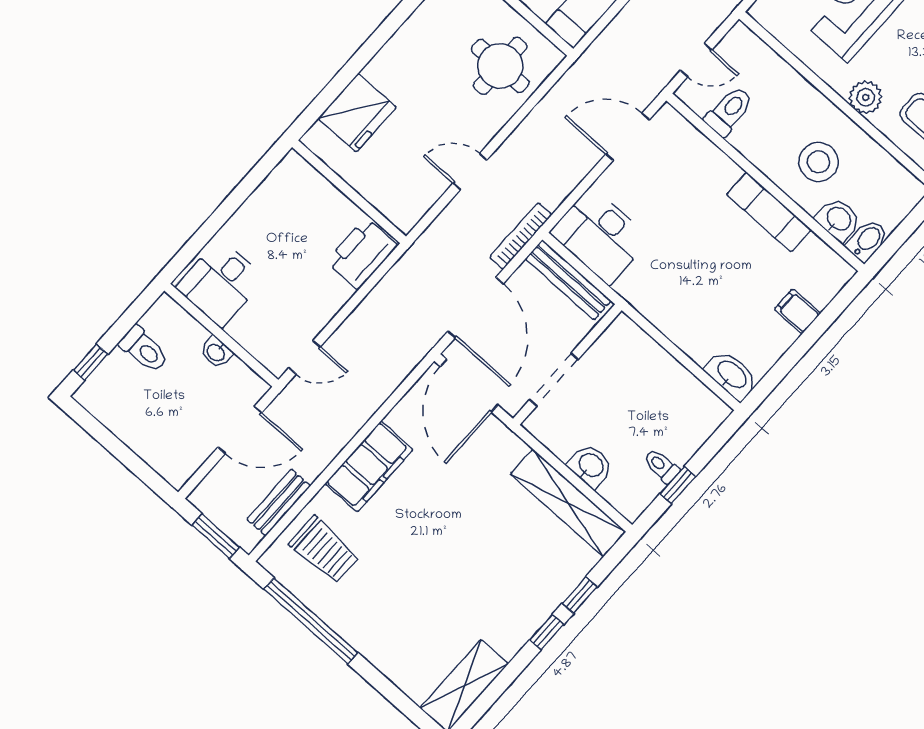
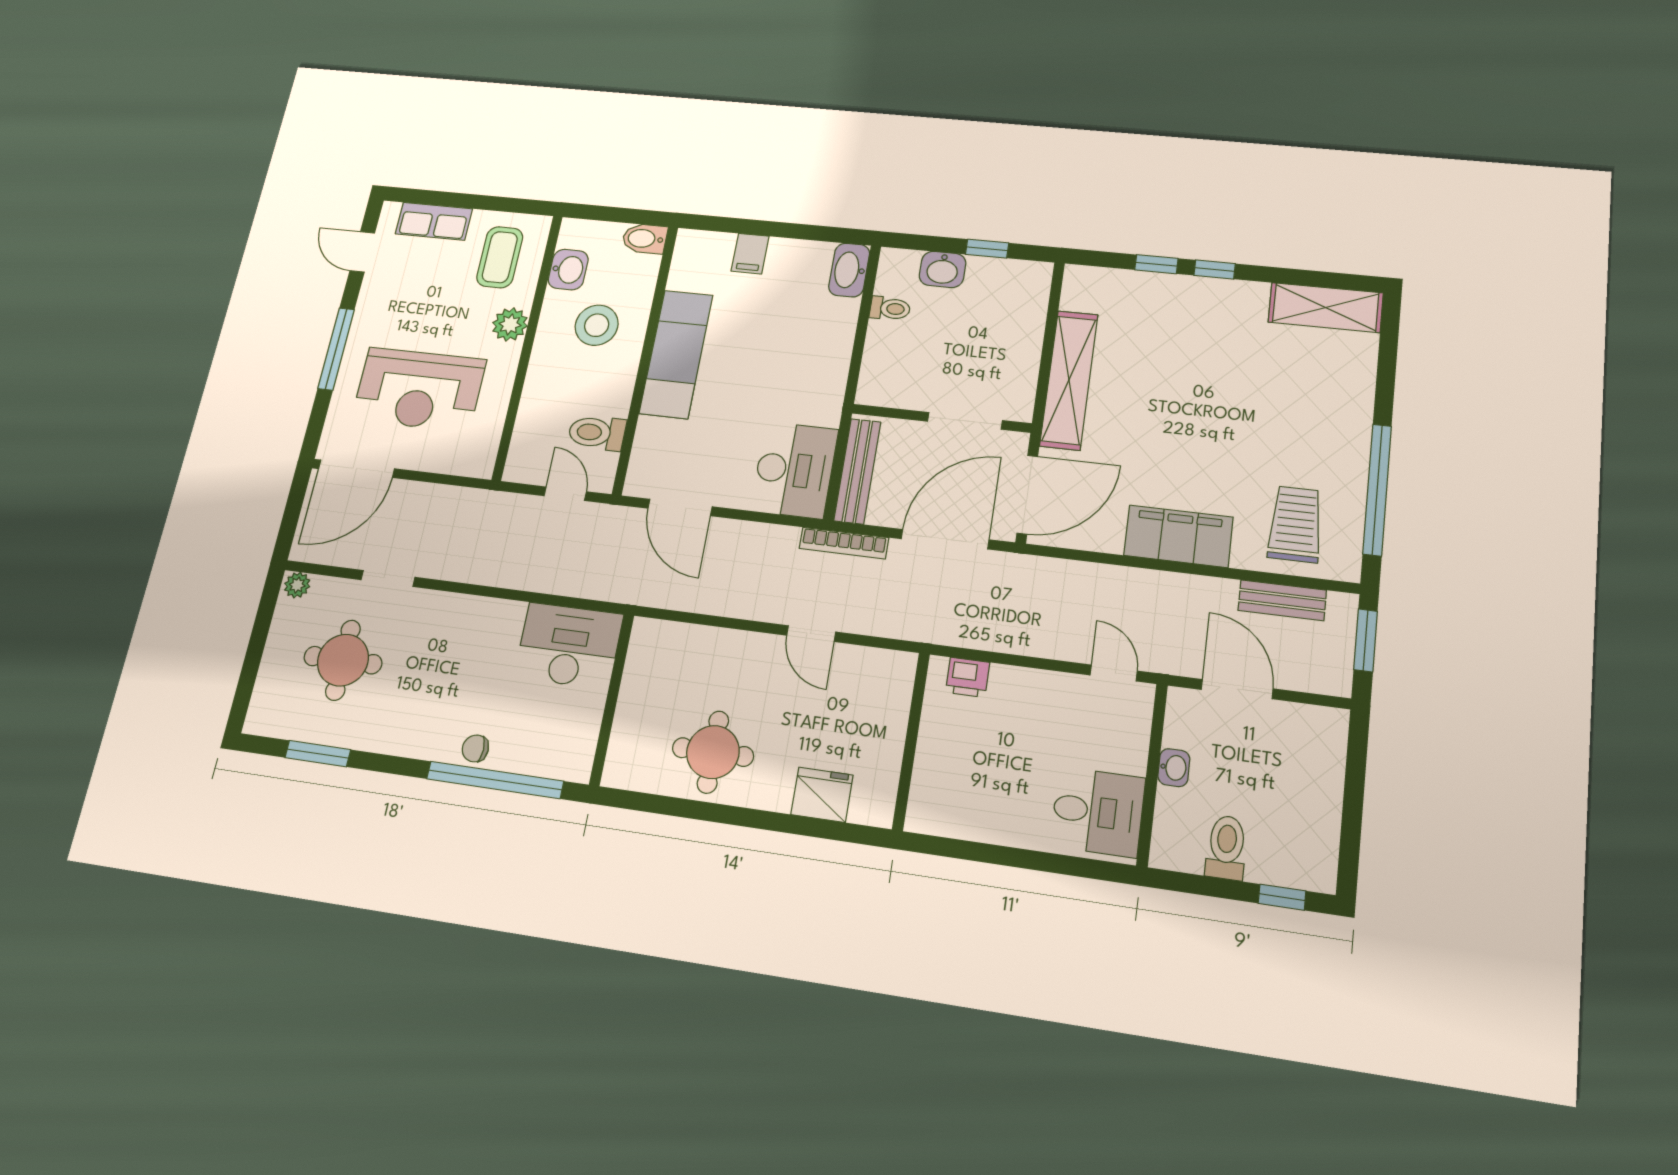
round table: (500, 66) -> (713, 752), moved
fridge: (357, 113) -> (822, 795), width x0.73, depth x0.75
exam couch: (769, 212) -> (676, 354), width x1.36, depth x1.45
washbasin: (838, 219) -> (568, 270), moved, turned 180
printer: (362, 254) -> (968, 677), width x0.53, depth x0.68
washbasin: (590, 466) -> (943, 269), moved, turned -90
toilet: (662, 466) -> (890, 308), moved, turned -90
shelving: (568, 503) -> (1069, 380), moved

